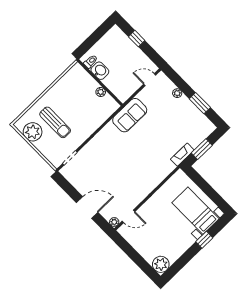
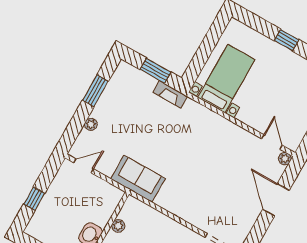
door: (150, 80) -> (84, 166), swing flipped
bed with nightstands: (195, 211) -> (226, 79), moved, turned 180
window: (204, 240) -> (287, 40), moved

